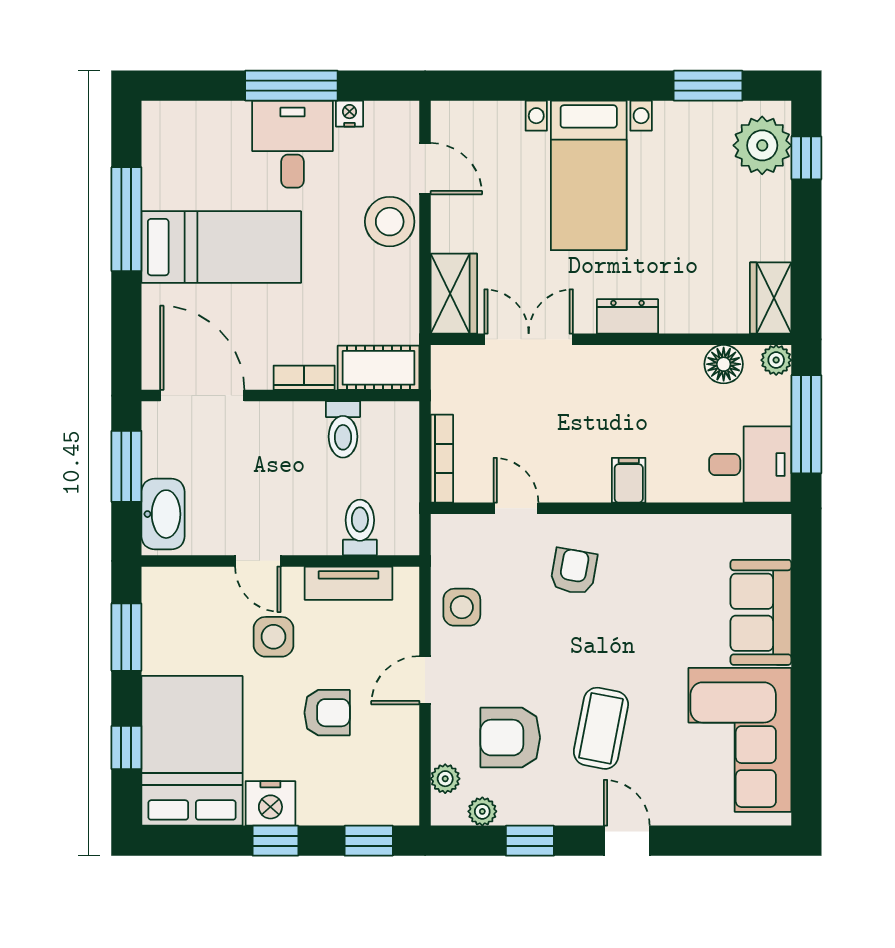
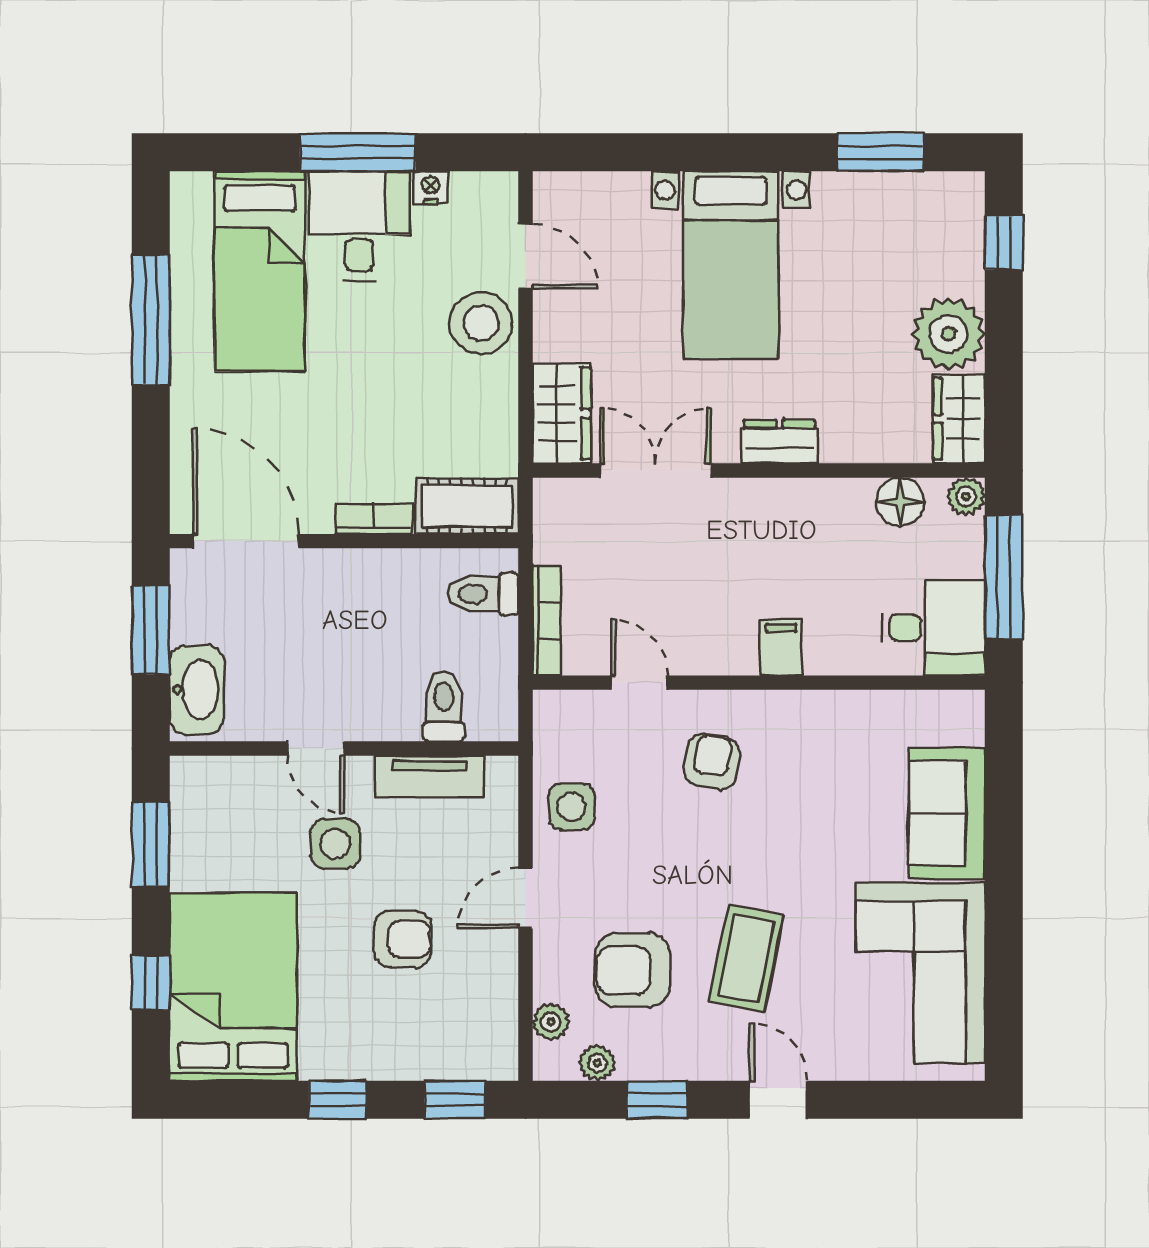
plant: (762, 145) -> (949, 334), moved
bed: (221, 247) -> (260, 271), moved, turned 90
toilet: (343, 429) -> (483, 594), moved, turned 90
nightstand: (270, 803) -> (331, 1053), removed

